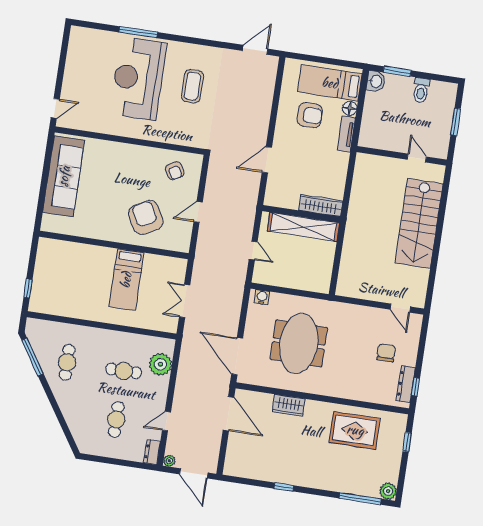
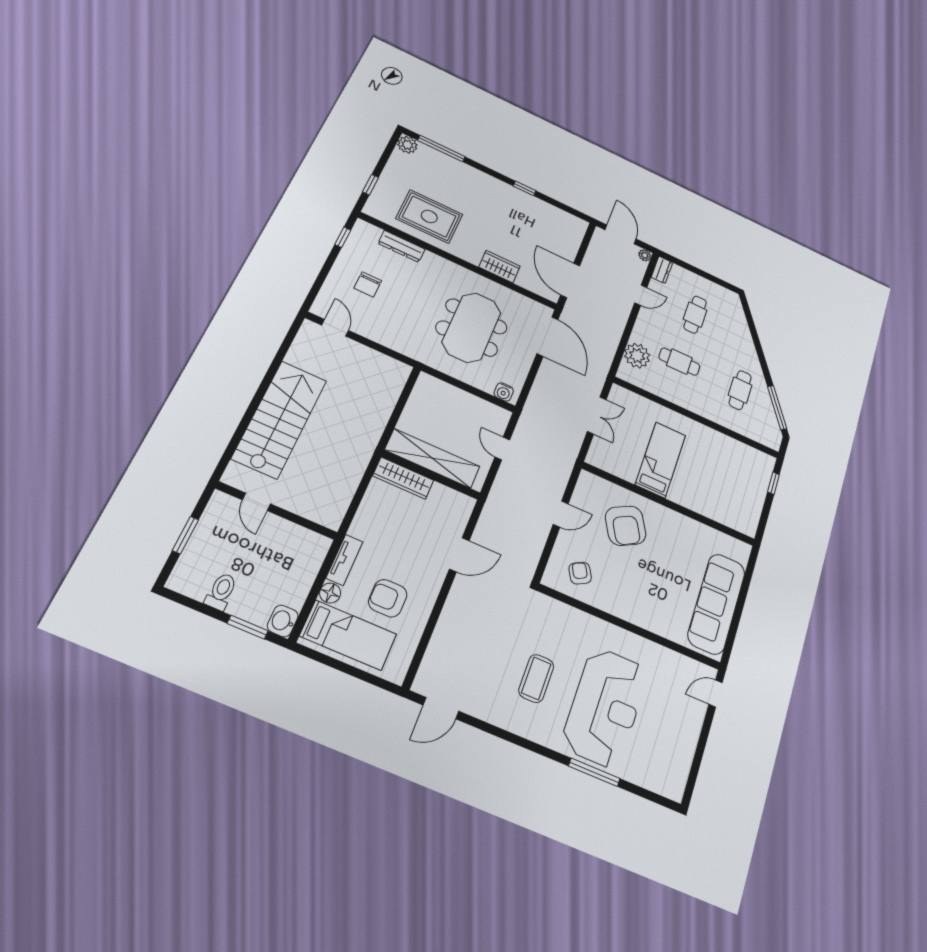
dresser: (406, 384) -> (402, 246), moved, turned 90

